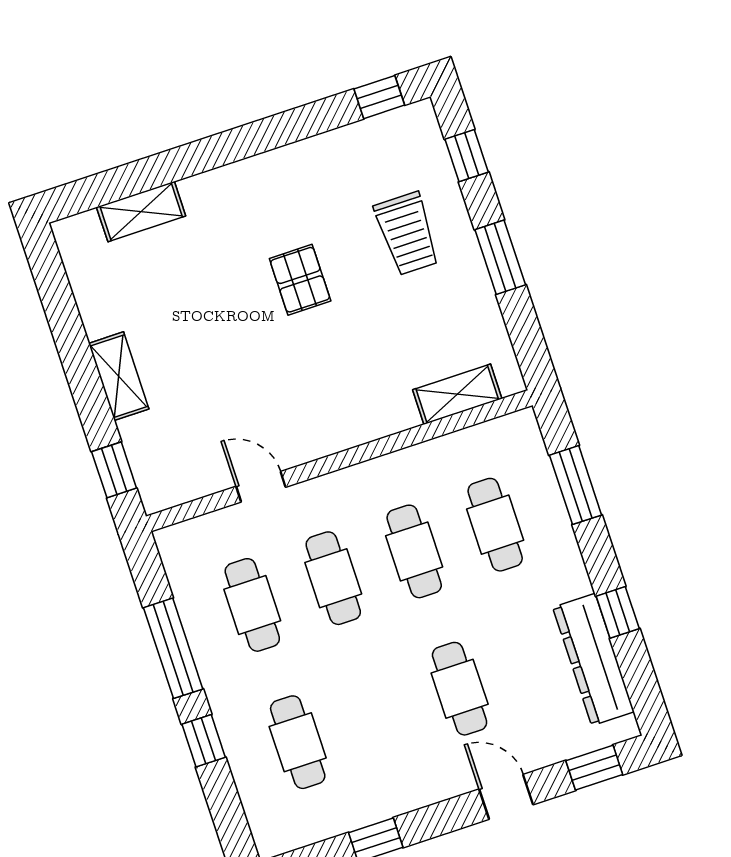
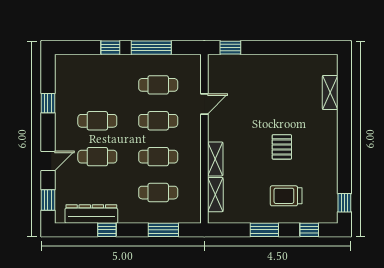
pallet: (300, 280) -> (282, 147), turned 90
shelving: (119, 376) -> (215, 159), moved, turned 90
cafe table: (298, 742) -> (97, 121), moved

